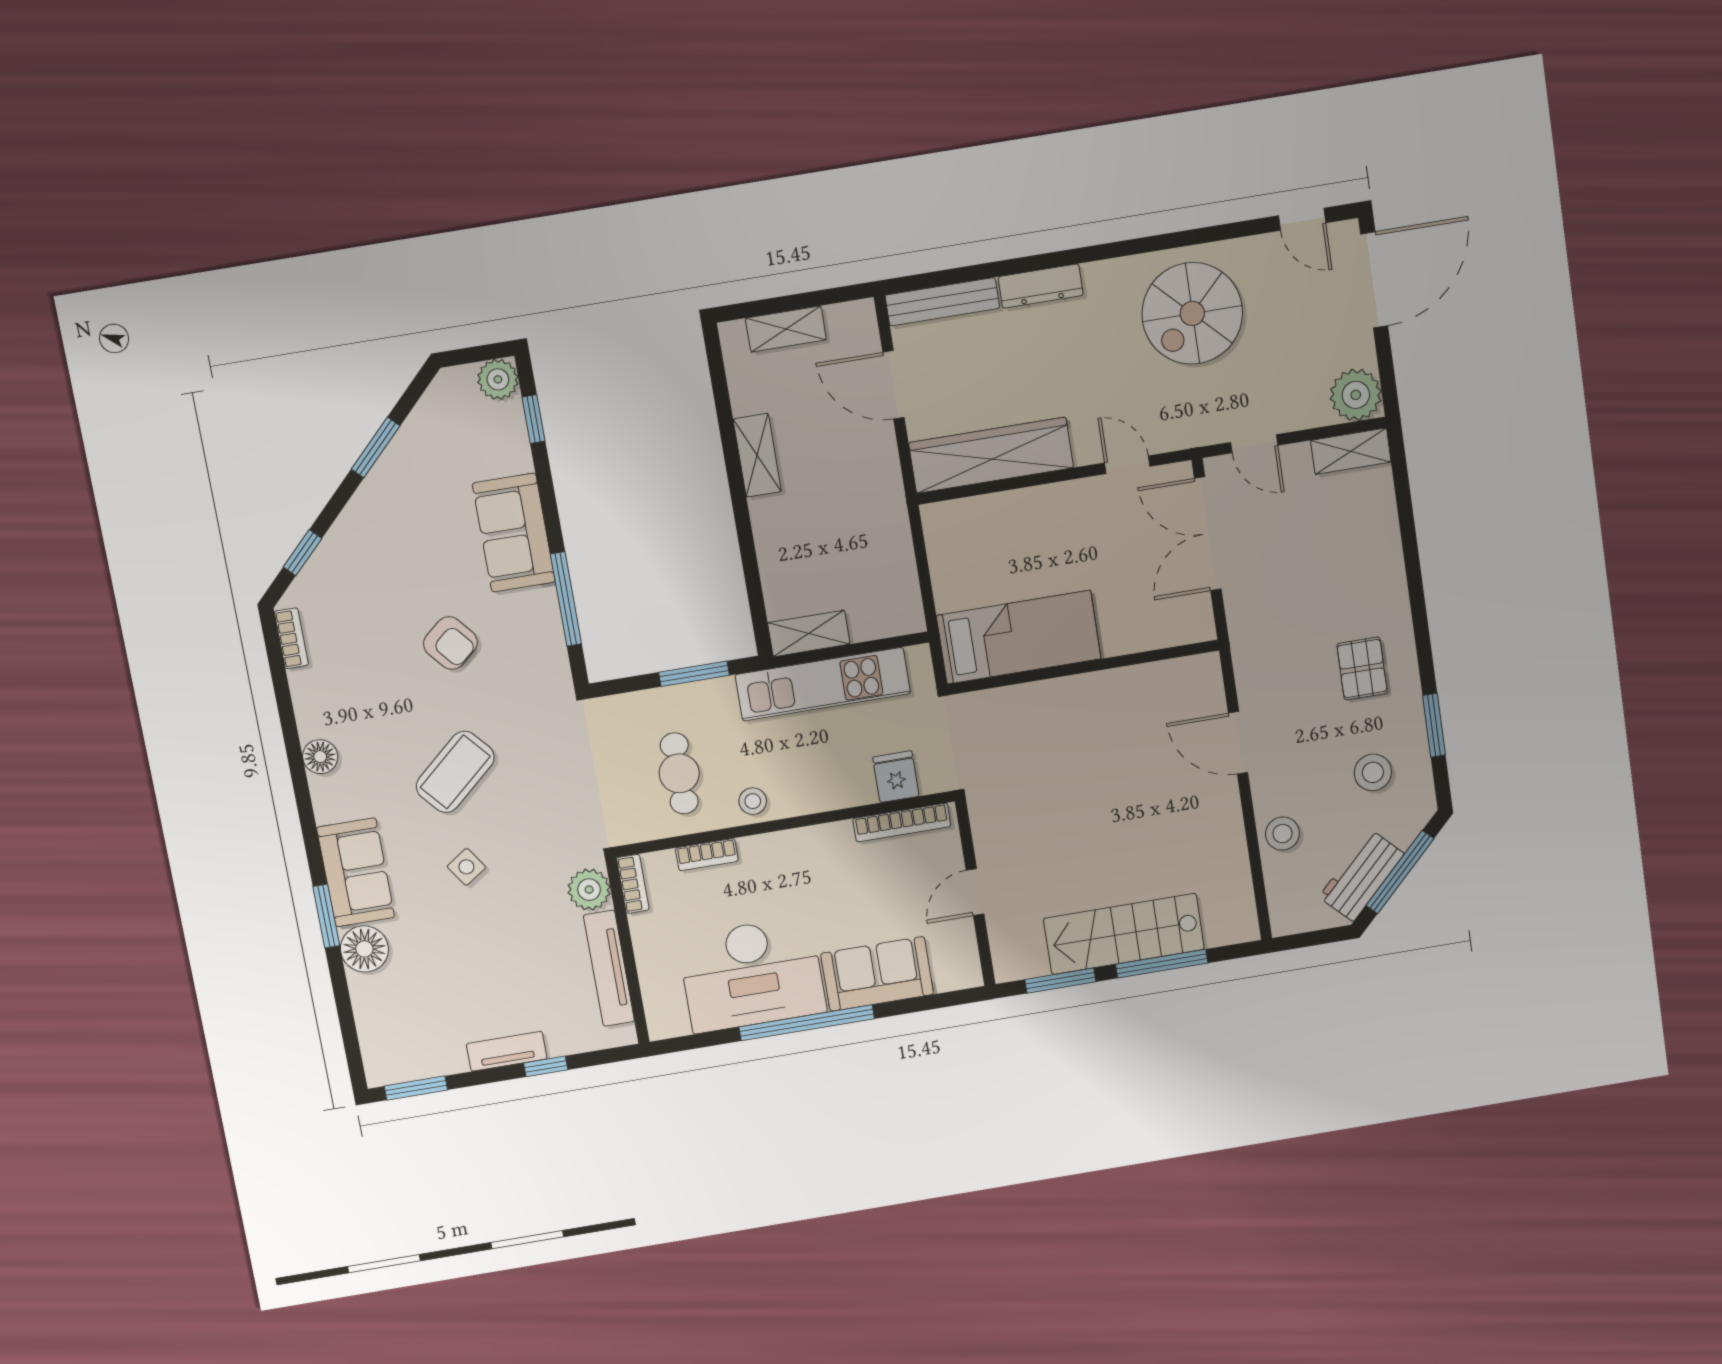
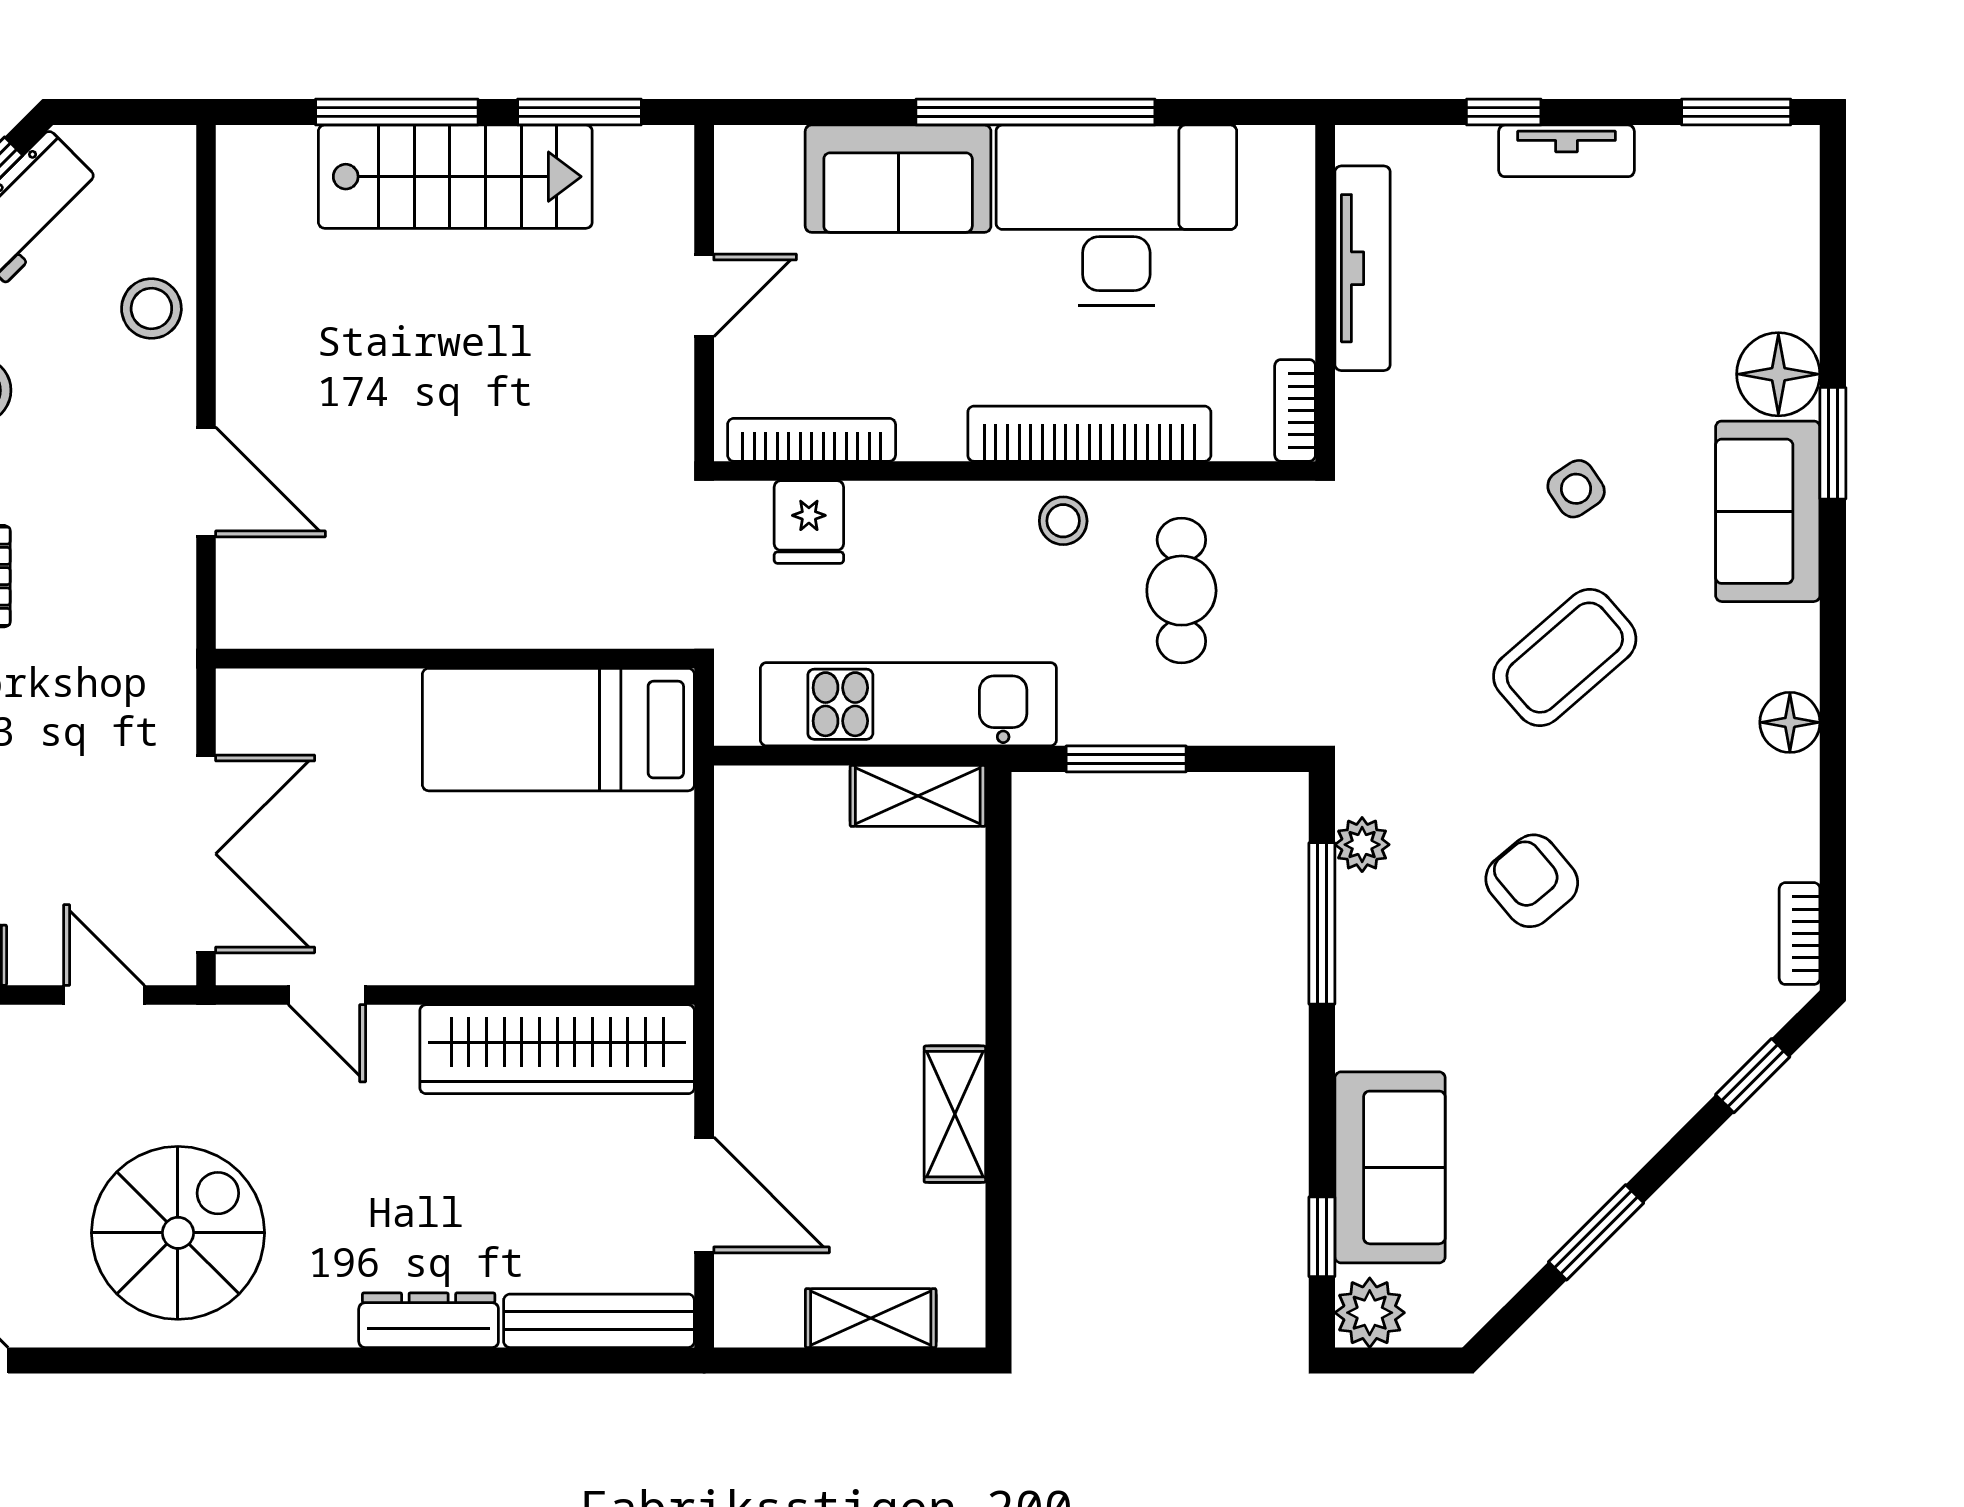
sofa: (514, 533) -> (1390, 1167), moved
bookcase: (707, 855) -> (1089, 434), width x2.31, depth x1.31
plant: (589, 890) -> (1362, 845), moved, width x0.73, depth x0.73

